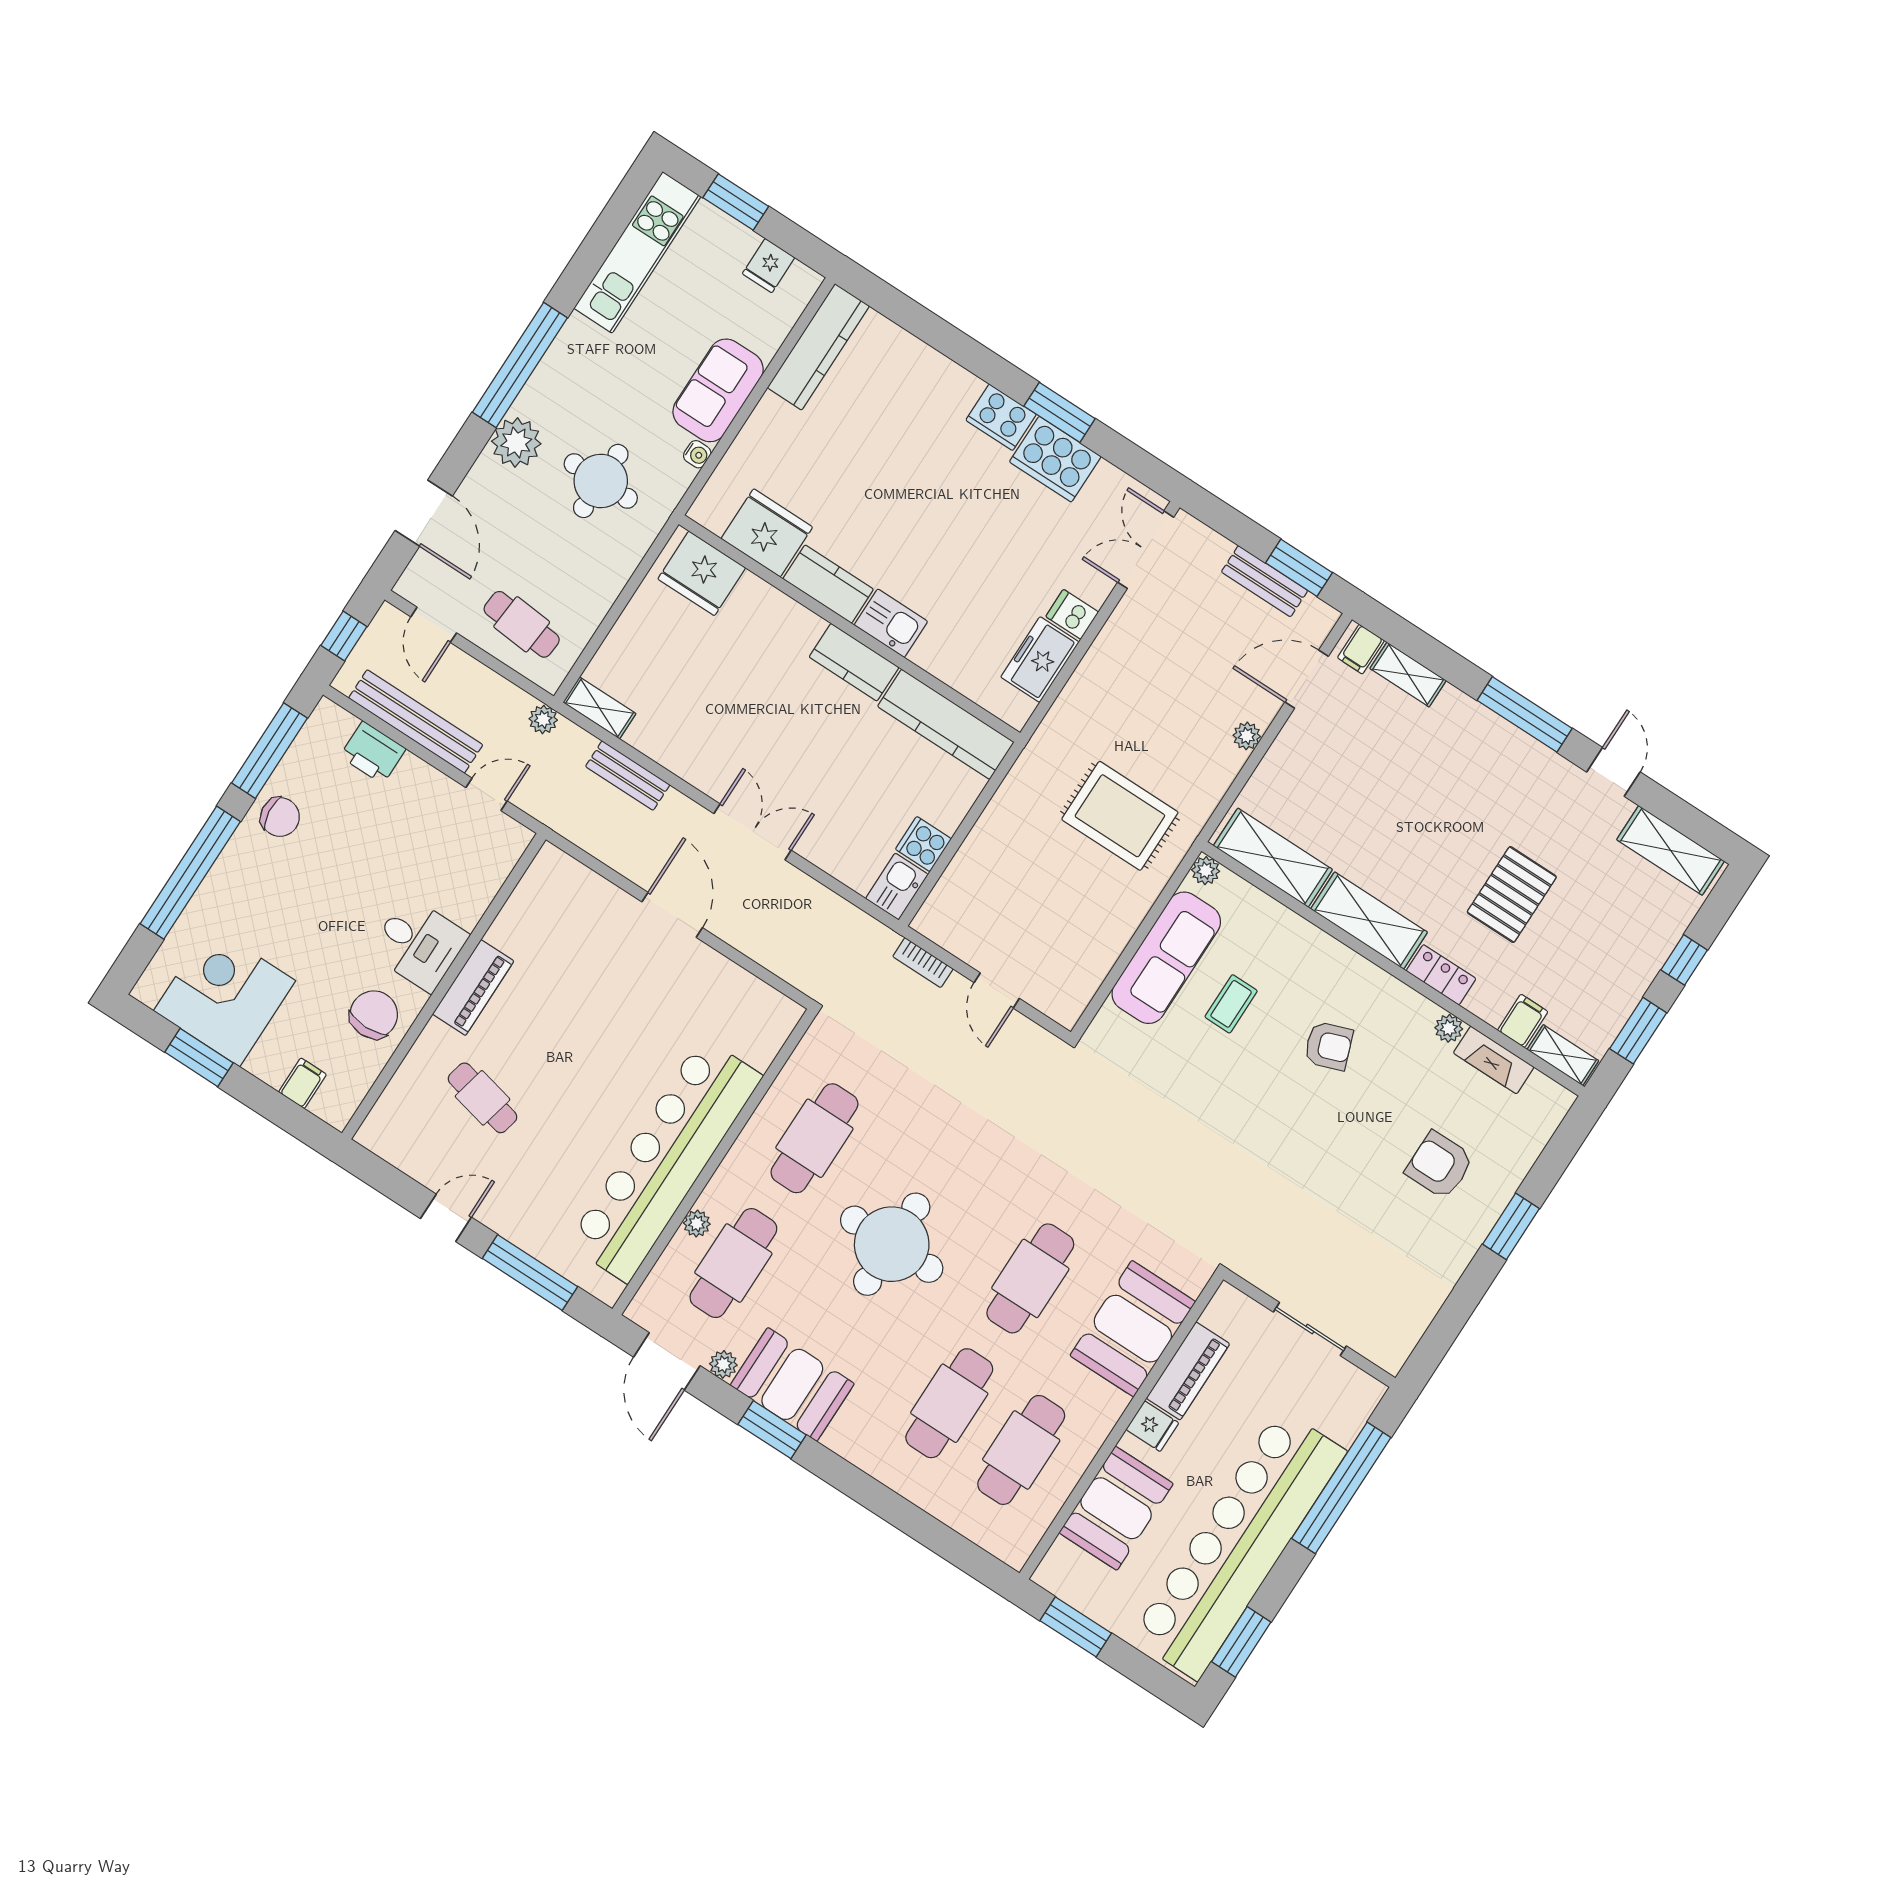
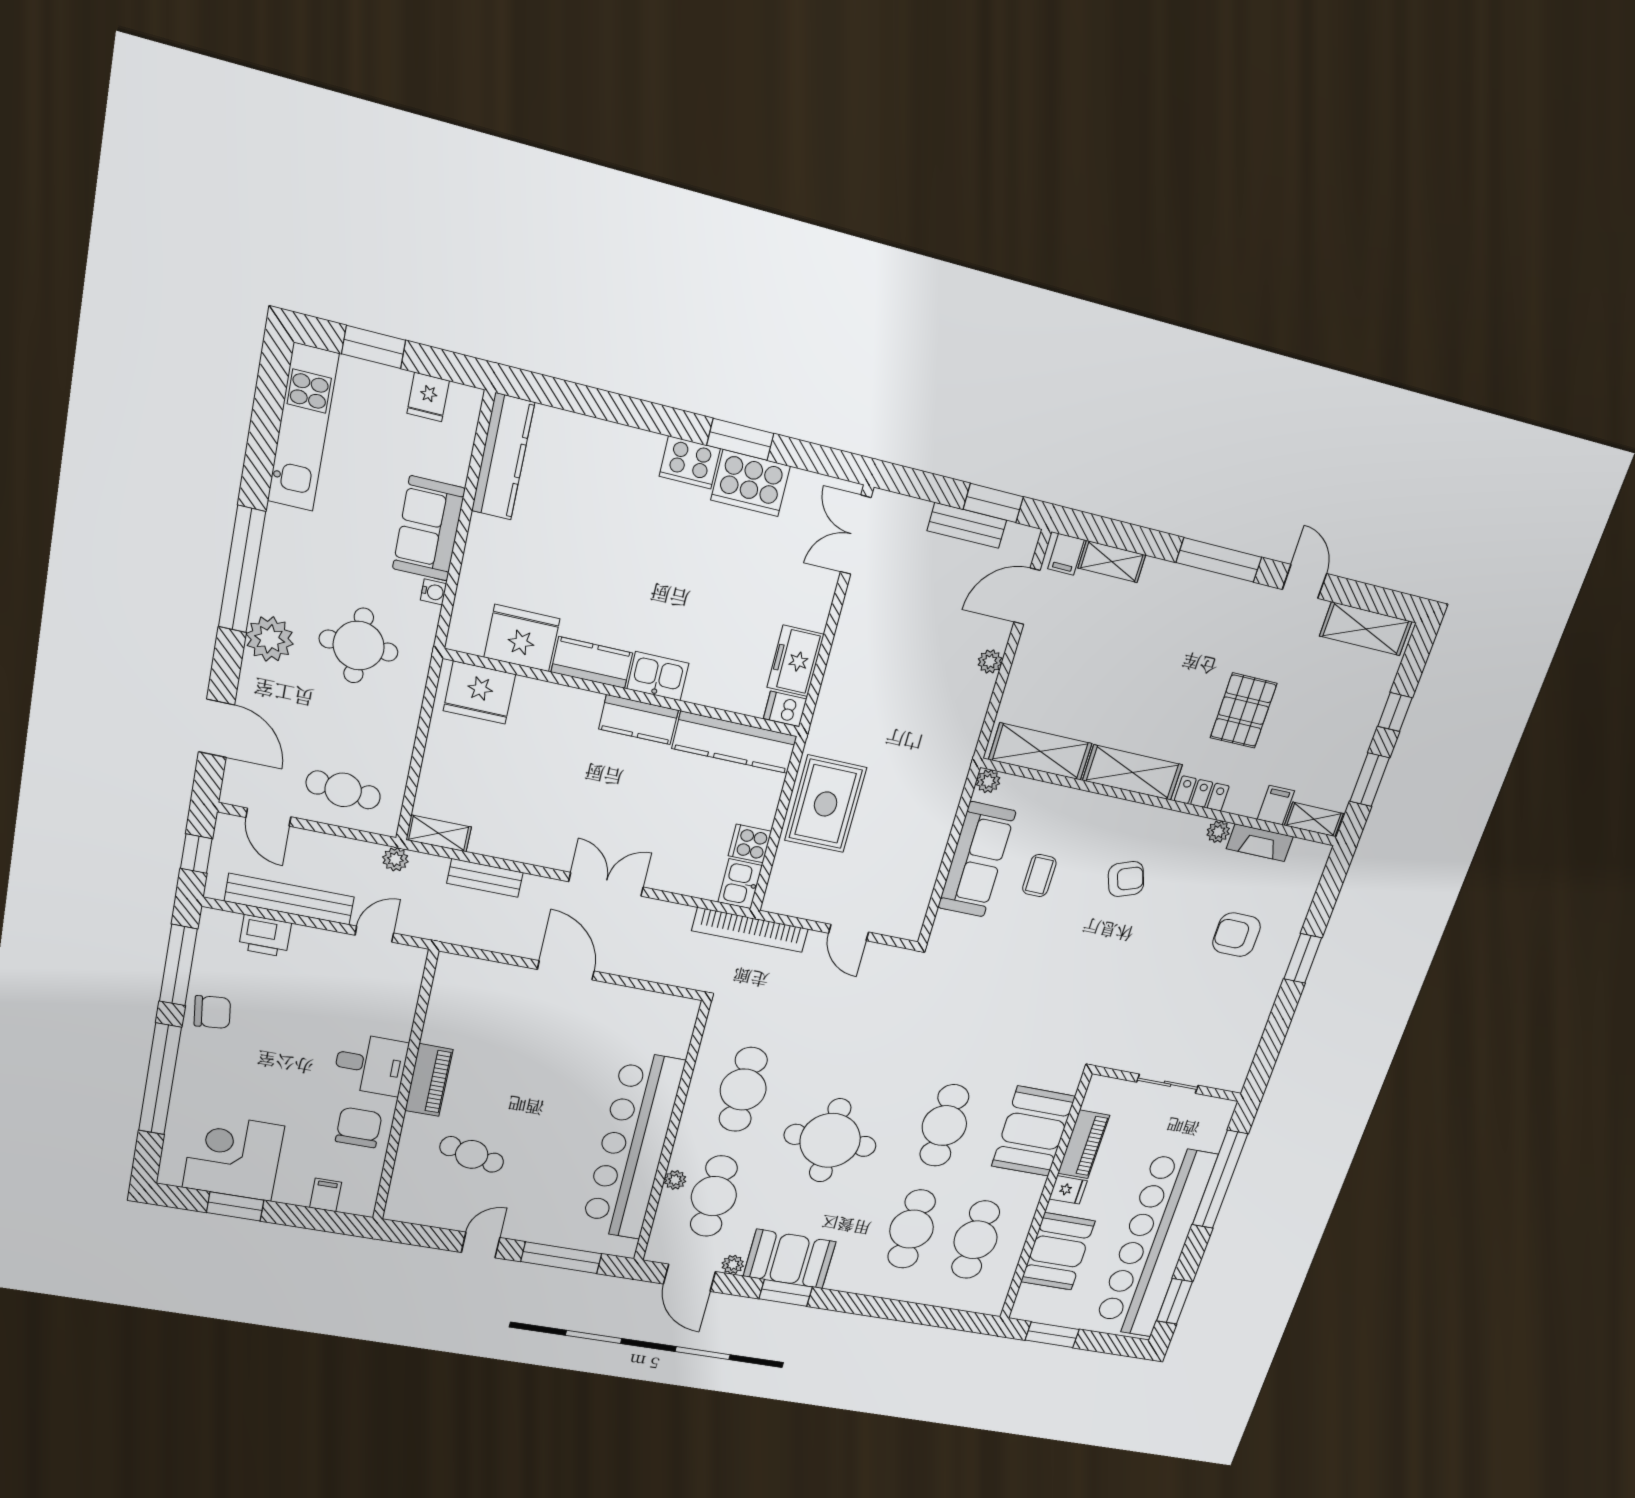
dishwasher: (1072, 614) -> (785, 709), moved
rug: (1120, 816) -> (826, 804), moved, turned 90
bookcase: (923, 963) -> (750, 930), width x2.31, depth x1.31

